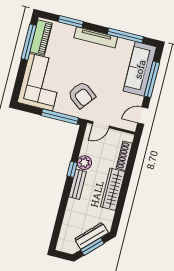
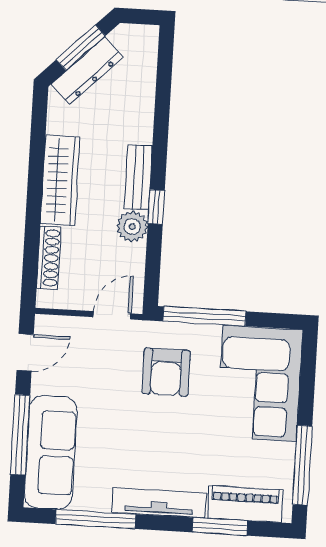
piano: (41, 38) -> (245, 504), moved, turned 90
armchair: (82, 95) -> (166, 372), turned -128

